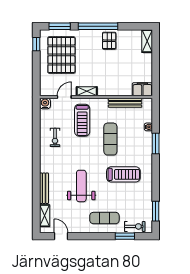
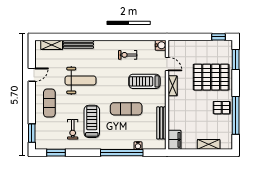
window: (98, 26) -> (236, 115), moved
shelving: (147, 41) -> (209, 144), moved
pallet: (61, 55) -> (211, 77), moved
window: (156, 144) -> (122, 153), width x2.11
treadmill: (123, 174) -> (92, 121), turned 180
exercise bike: (135, 226) -> (73, 129), moved
door: (61, 236) -> (32, 75), moved
window: (125, 236) -> (32, 133), moved

